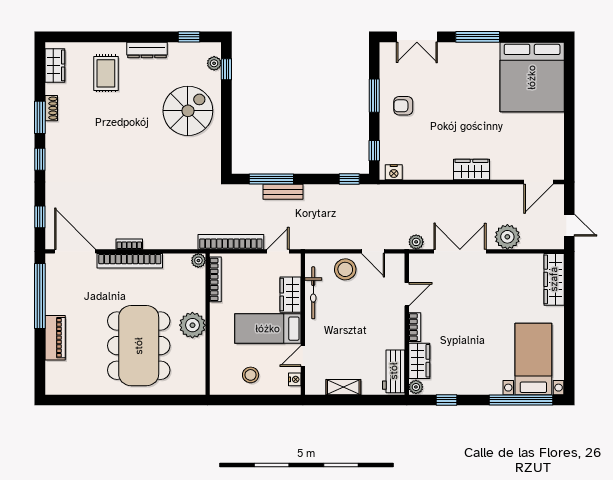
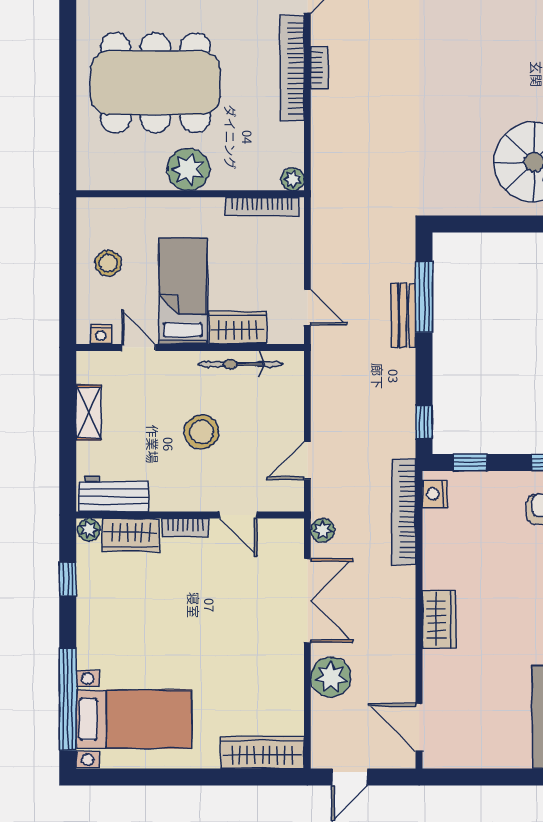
bookcase: (231, 242) -> (404, 512), moved, turned 180
stool: (345, 269) -> (202, 432), moved

